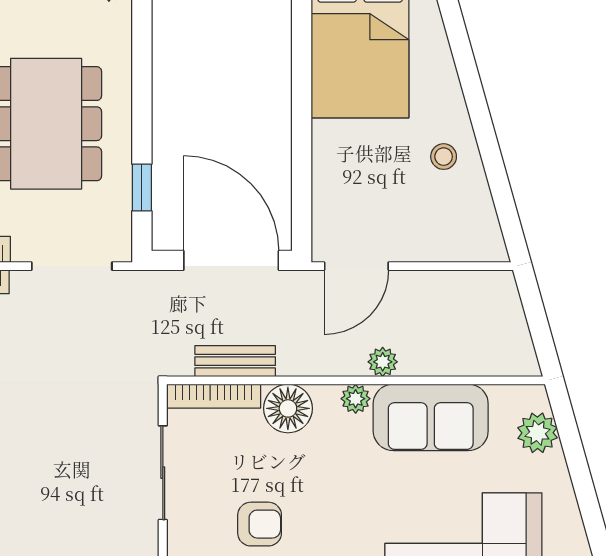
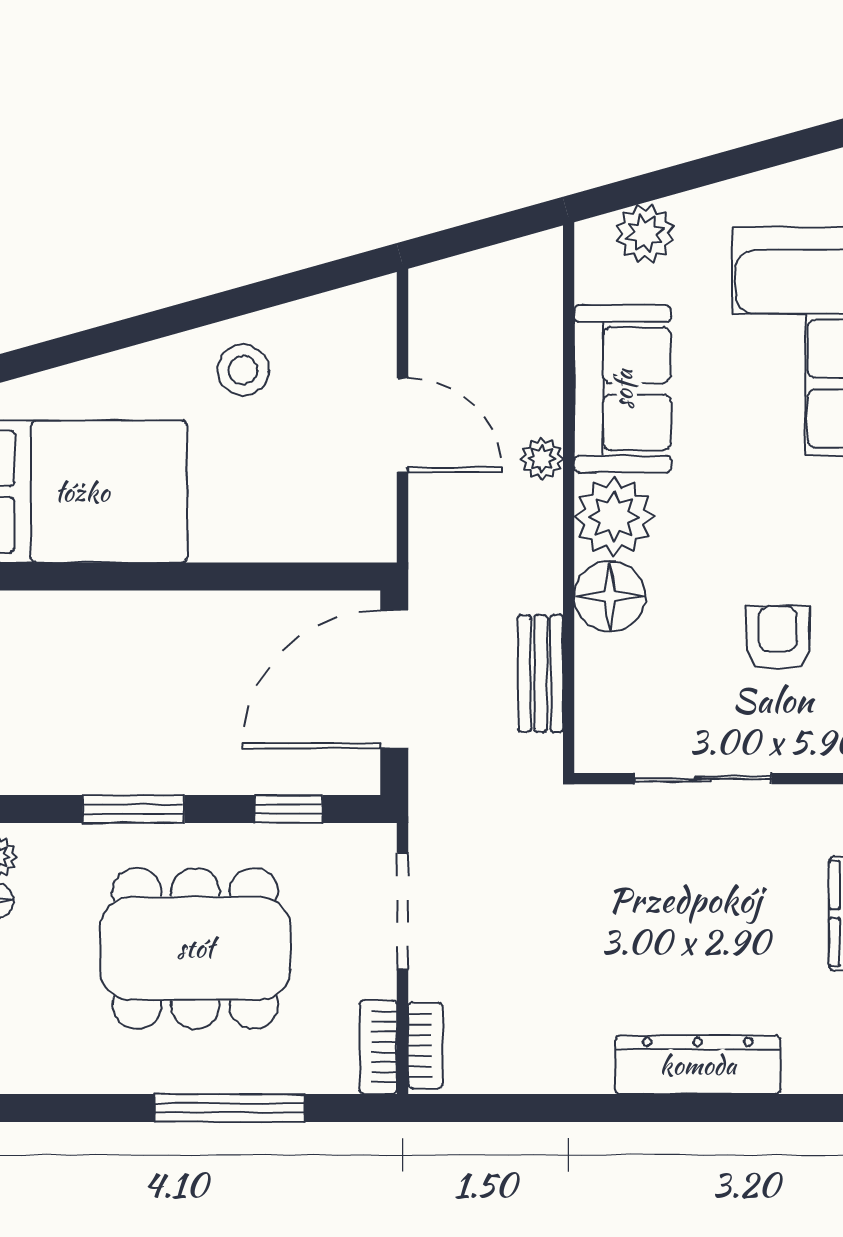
window: (142, 81) -> (133, 809), added
stool: (444, 157) -> (243, 370), width x1.37, depth x1.37
door: (356, 266) -> (403, 425), moved
bookcase: (214, 396) -> (592, 705), removed
plant: (356, 399) -> (614, 517), width x1.88, depth x1.88

